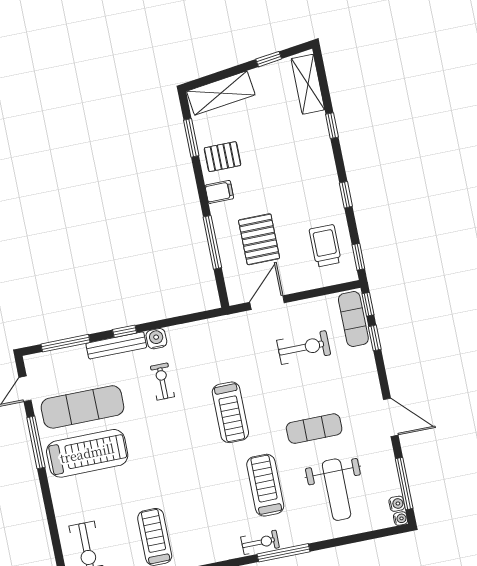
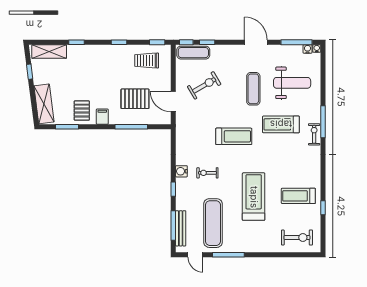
bench: (116, 345) -> (181, 228), moved
exercise bike: (304, 348) -> (204, 85), turned 60
door: (391, 417) -> (256, 42), hinge flipped
treadmill: (87, 453) -> (254, 197), moved

